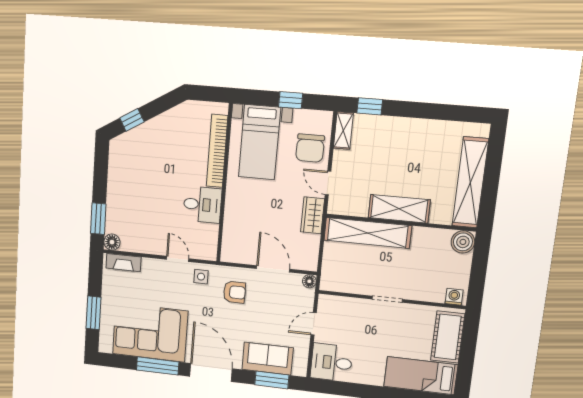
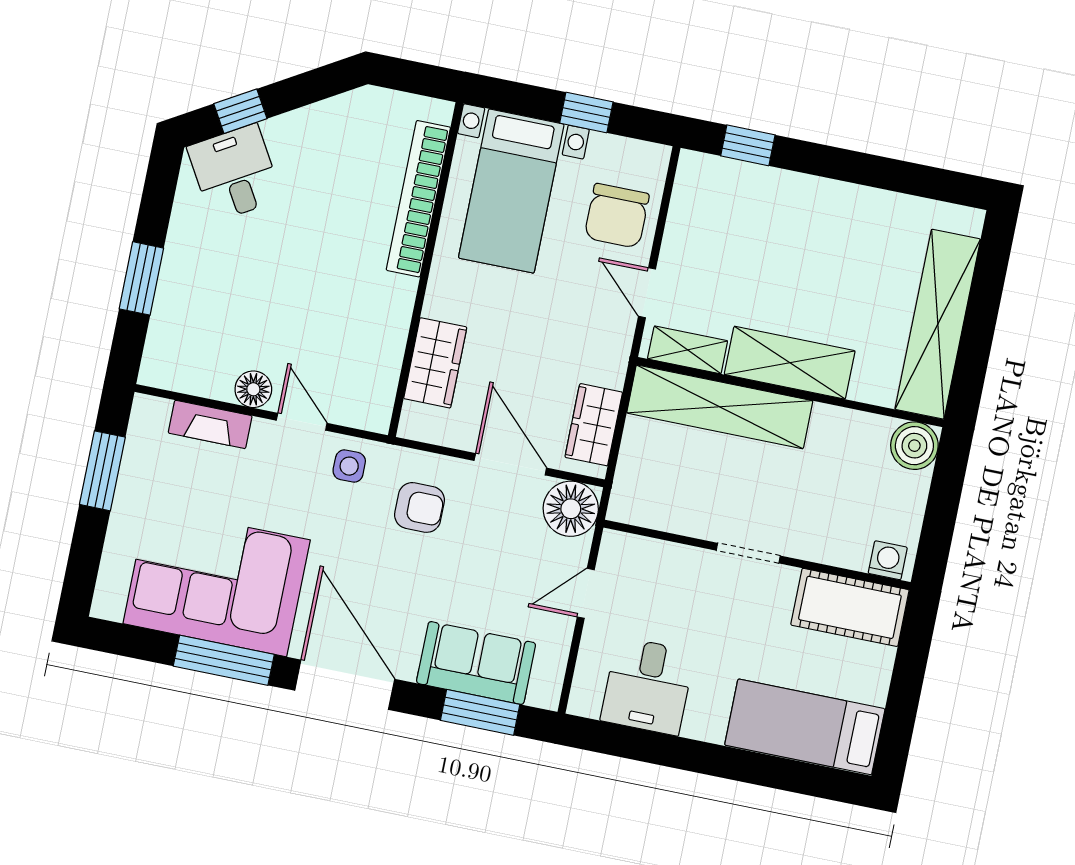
shelving: (343, 131) -> (688, 350), moved, turned 90
desk: (202, 205) -> (235, 173), moved, turned -120
wardrobe: (313, 215) -> (594, 425), moved
window: (98, 219) -> (141, 278), moved
wardrobe: (234, 226) -> (435, 363), added
floor lamp: (112, 242) -> (253, 389), moved
fireplace: (123, 263) -> (210, 424), moved
floor lamp: (309, 281) -> (571, 509), width x1.89, depth x1.89
window: (93, 313) -> (102, 471), moved
cot: (448, 337) -> (850, 607), moved, turned 90
desk: (331, 362) -> (648, 686), moved, turned -90

